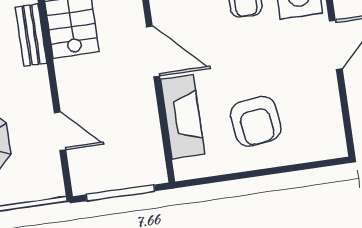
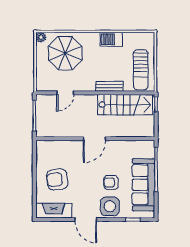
fireplace: (183, 117) -> (54, 211), moved, turned 180

